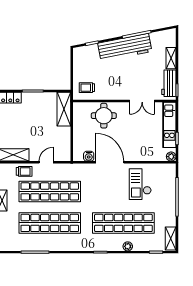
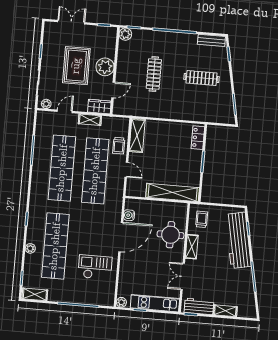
workbench: (125, 47) -> (238, 240), moved
shelving: (113, 95) -> (192, 247), added
shelving: (64, 109) -> (173, 192), width x1.47

